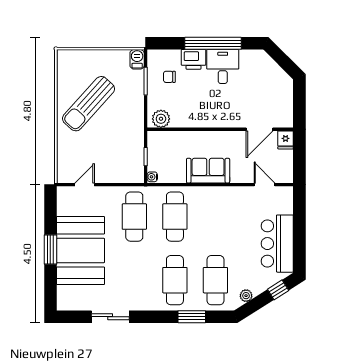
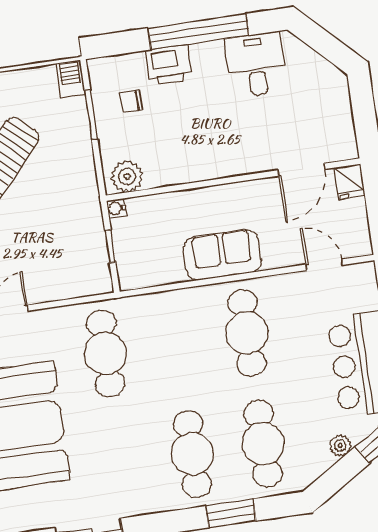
desk: (223, 66) -> (256, 65), moved
water cooler: (152, 177) -> (116, 208), moved
cafe table: (175, 217) -> (247, 333), moved
plant: (246, 296) -> (340, 446), moved

